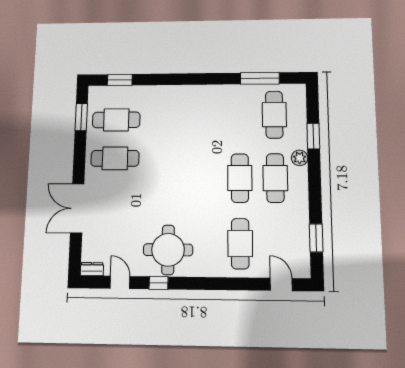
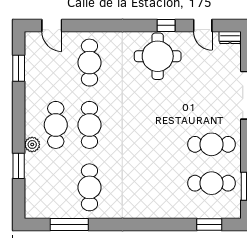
cafe table: (274, 115) -> (89, 187), moved

